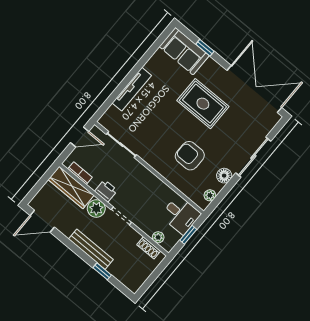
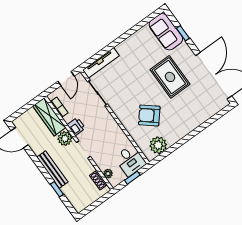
tv unit: (132, 89) -> (101, 63), moved
door: (80, 137) -> (66, 79), hinge flipped
armchair: (190, 156) -> (149, 115), turned -50
sliding door: (253, 157) -> (199, 129), removed
floor lamp: (224, 176) -> (172, 138), removed
plant: (210, 195) -> (158, 145), width x1.88, depth x1.88

